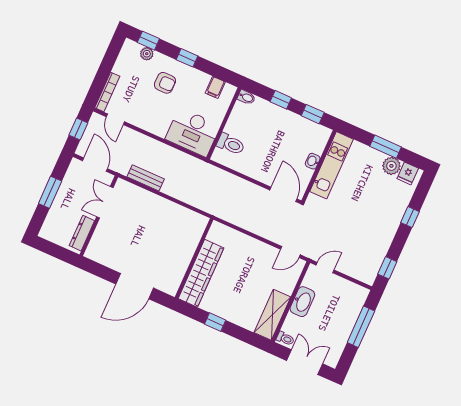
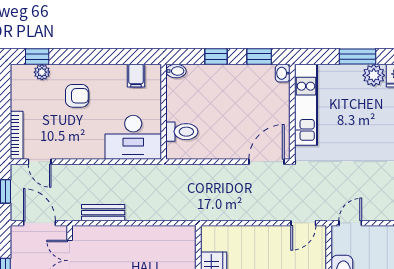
window: (187, 58) -> (89, 57), removed
washbasin: (313, 161) -> (283, 73), moved
door: (283, 194) -> (267, 162), hinge flipped

